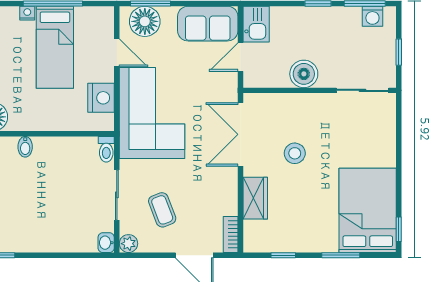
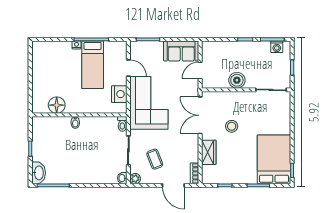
floor lamp: (145, 21) -> (145, 50), removed
kitchen sink: (256, 24) -> (209, 51), removed

